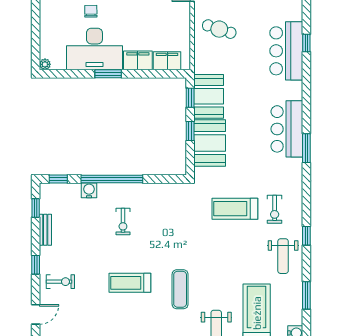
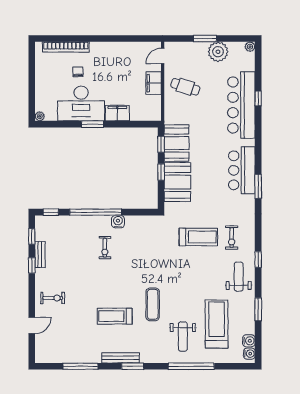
bar counter: (286, 51) -> (241, 105), width x1.36
filing cabinet: (167, 61) -> (154, 83), moved, turned -90
water cooler: (89, 190) -> (118, 222), moved
treadmill: (235, 209) -> (198, 237), turned 180
weight bench: (283, 256) -> (239, 277), turned 180
window: (36, 265) -> (32, 265), moved
treadmill: (130, 283) -> (115, 316), moved

